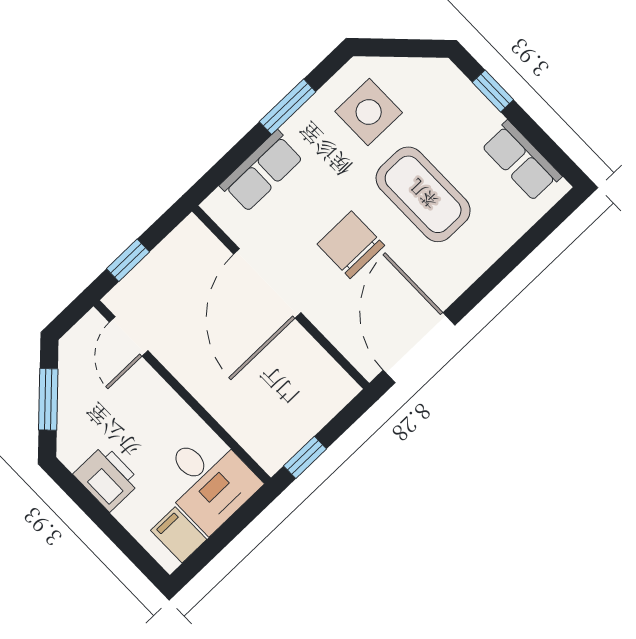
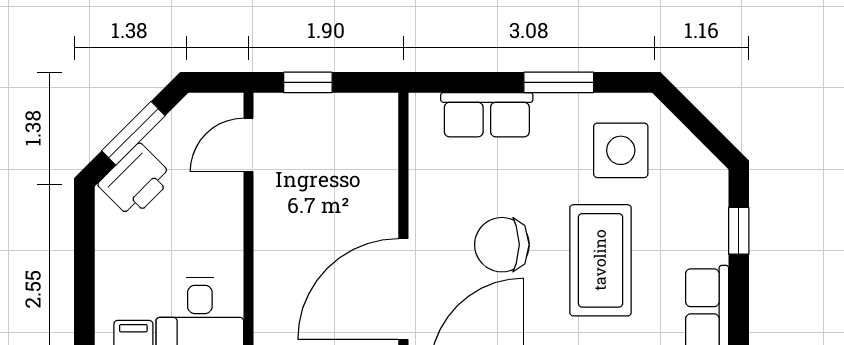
chair: (351, 245) -> (502, 245), turned -90
door: (267, 283) -> (403, 289), moved
printer: (107, 478) -> (136, 181), moved, turned 45

